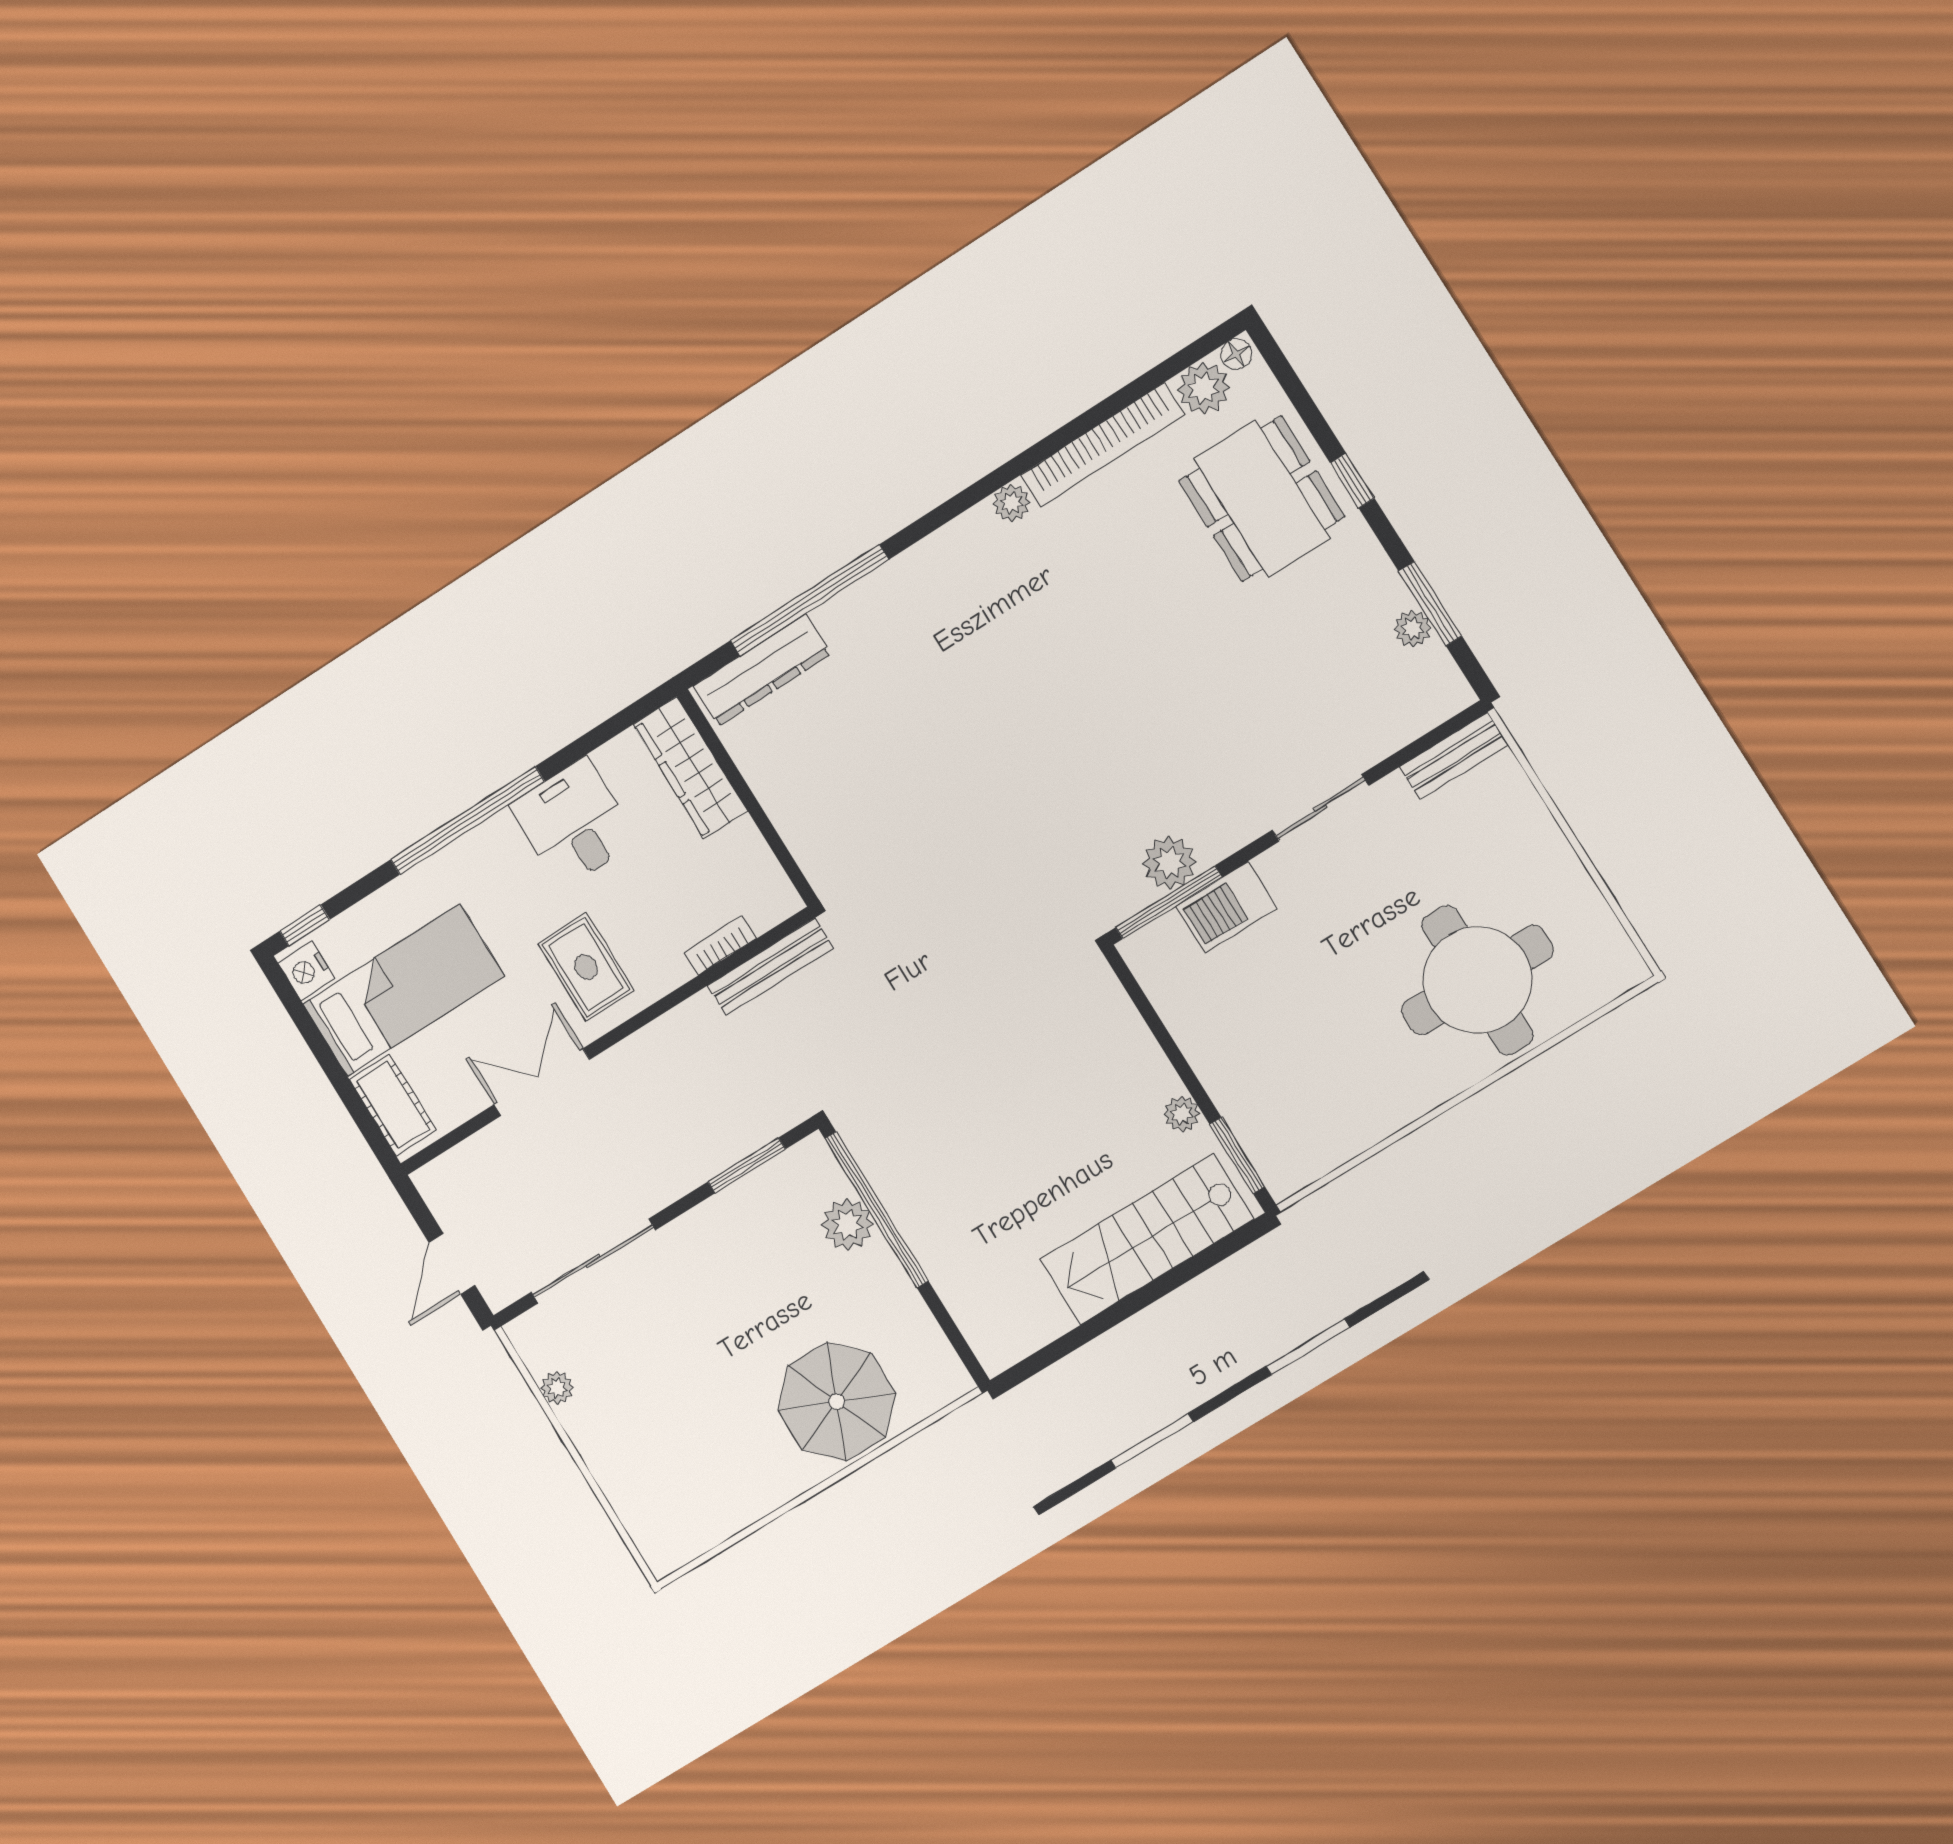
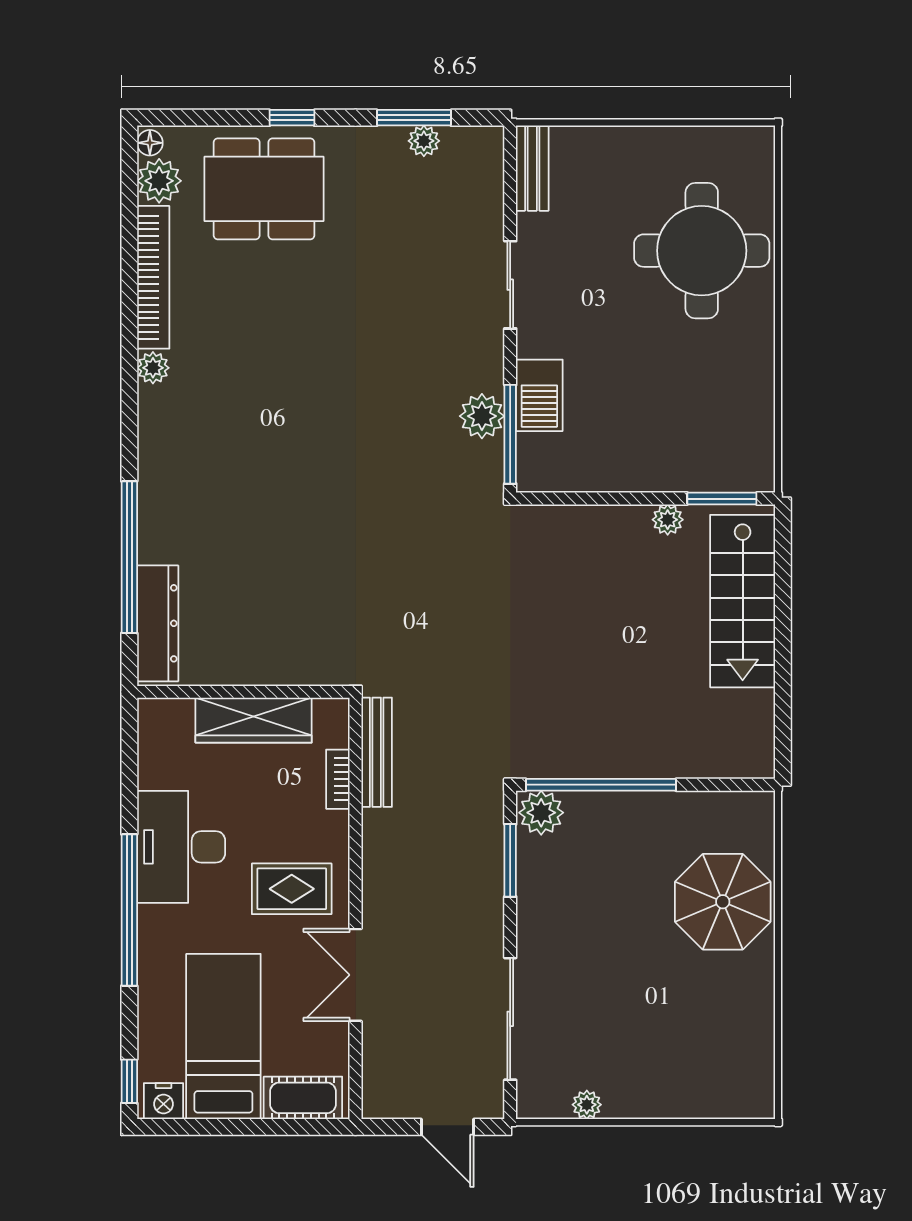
wardrobe: (690, 768) -> (254, 720), moved
desk: (574, 823) -> (181, 847), width x1.37
plant: (848, 1225) -> (541, 813), moved

